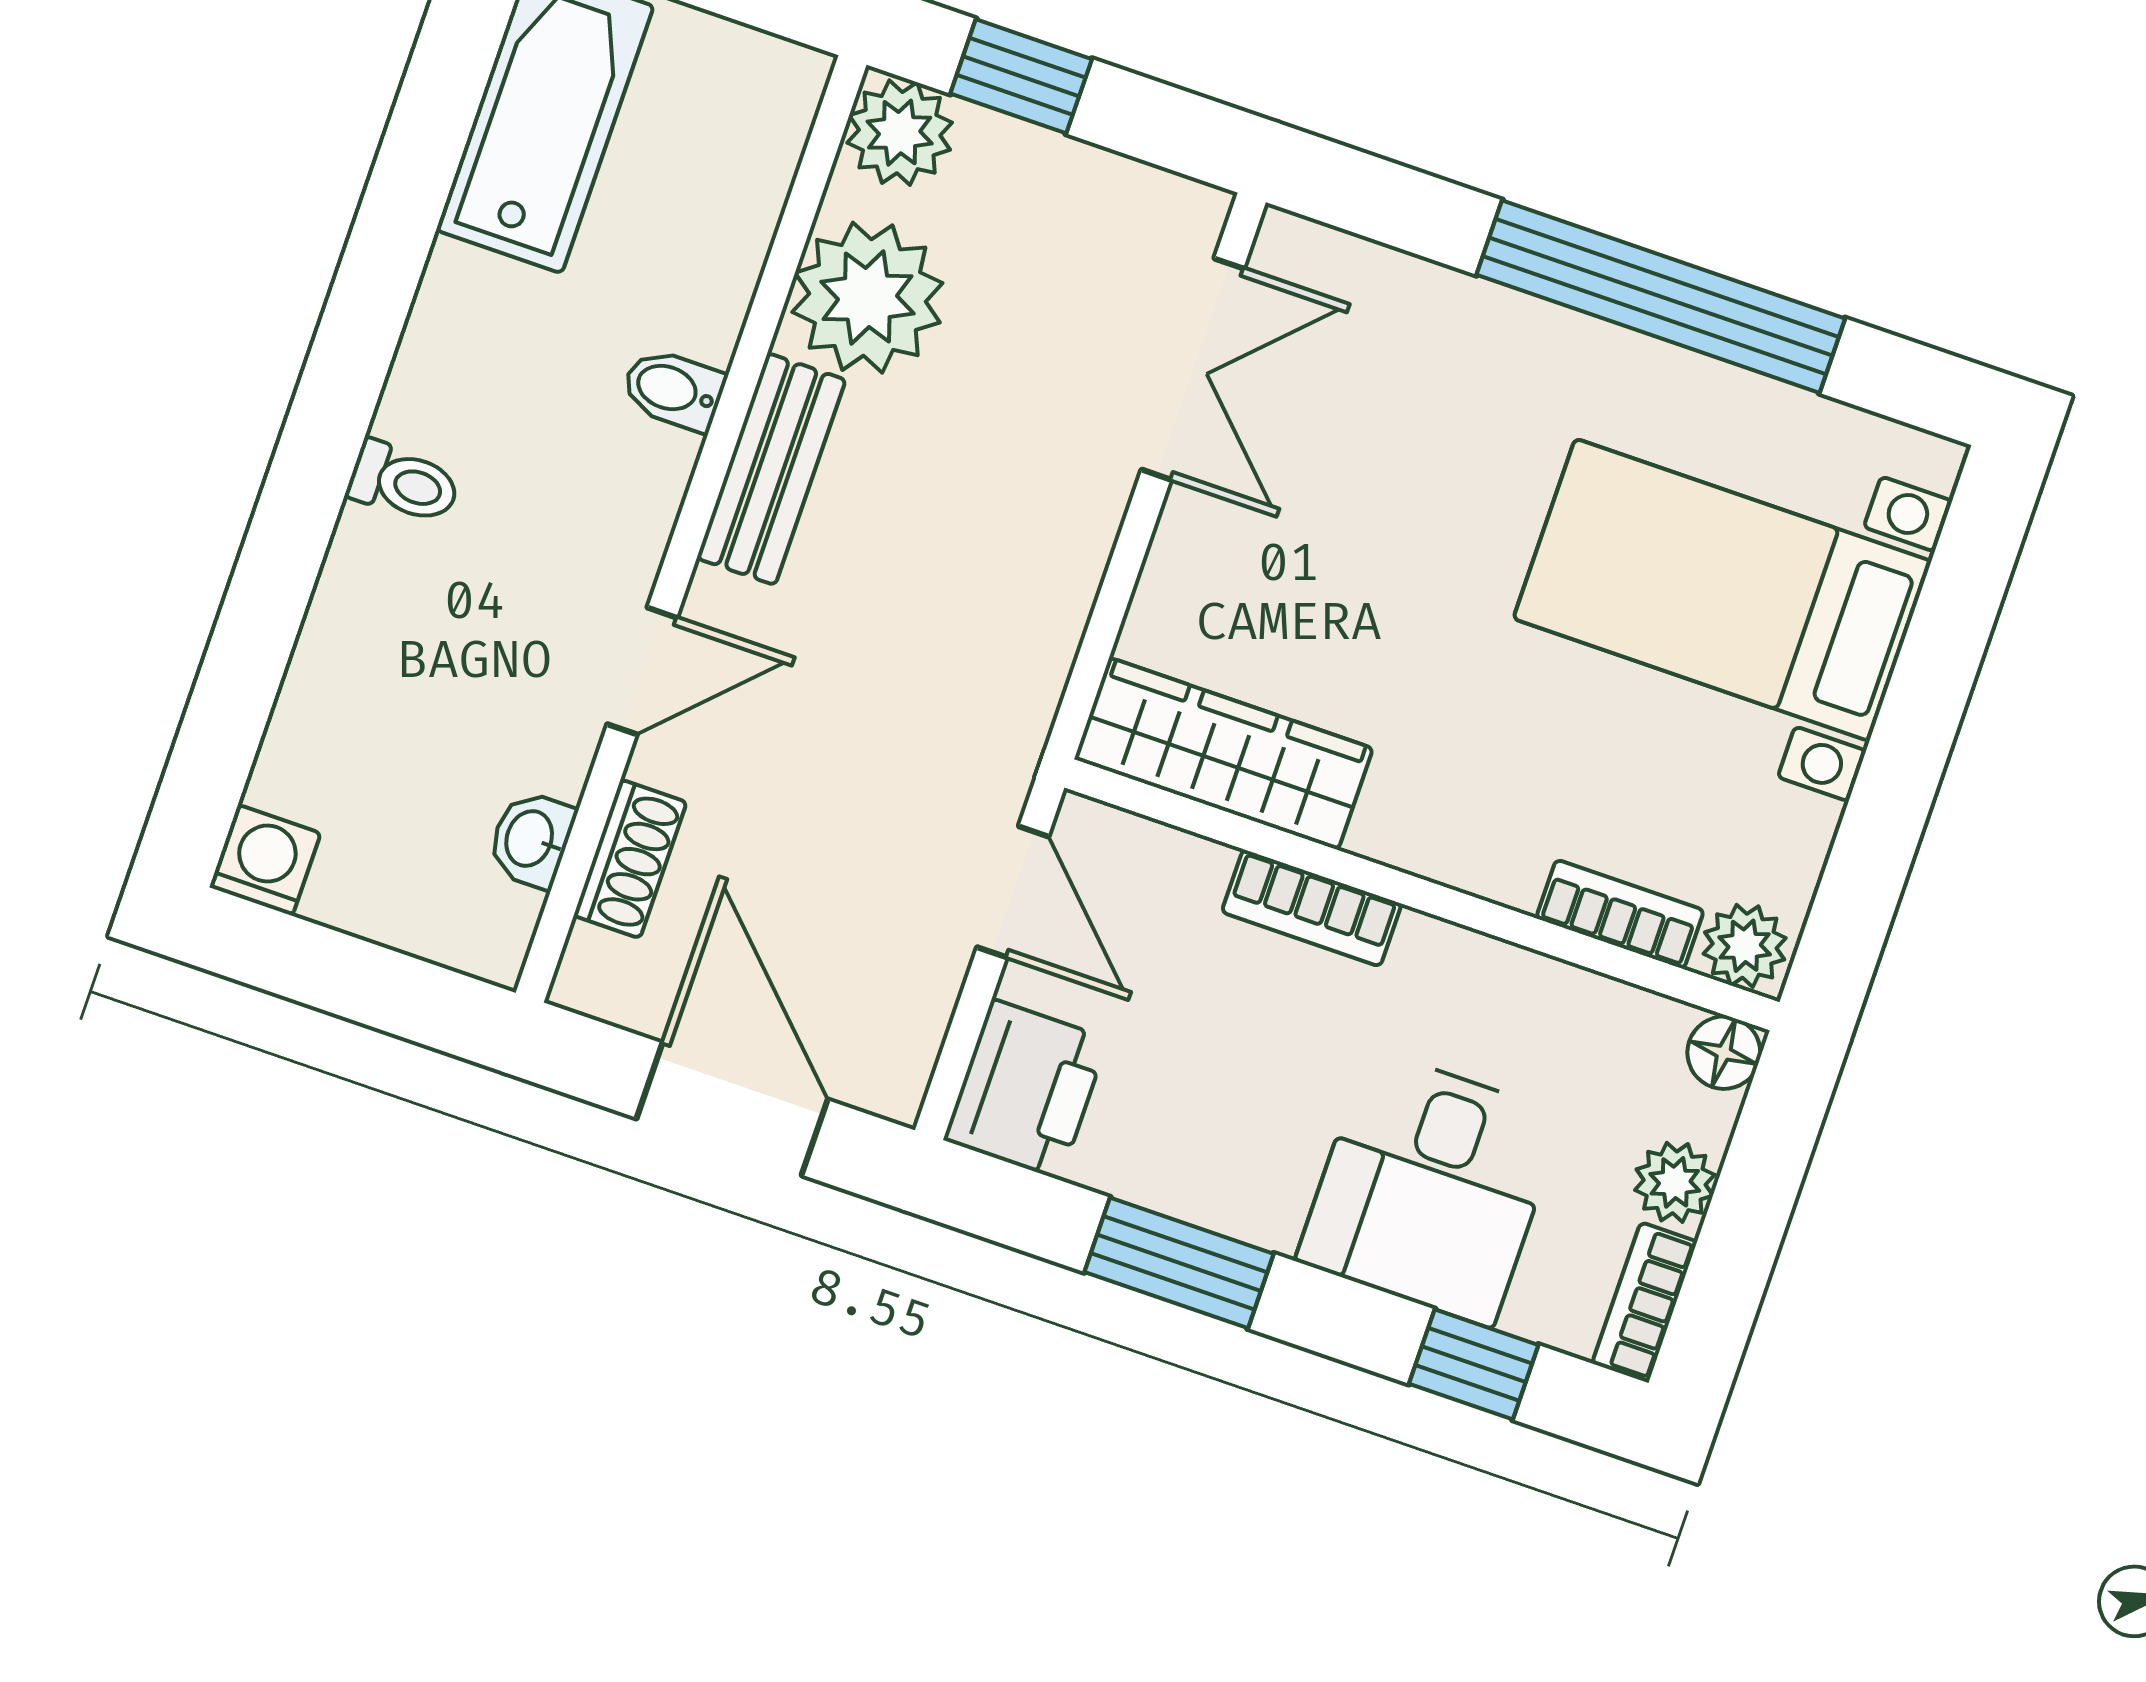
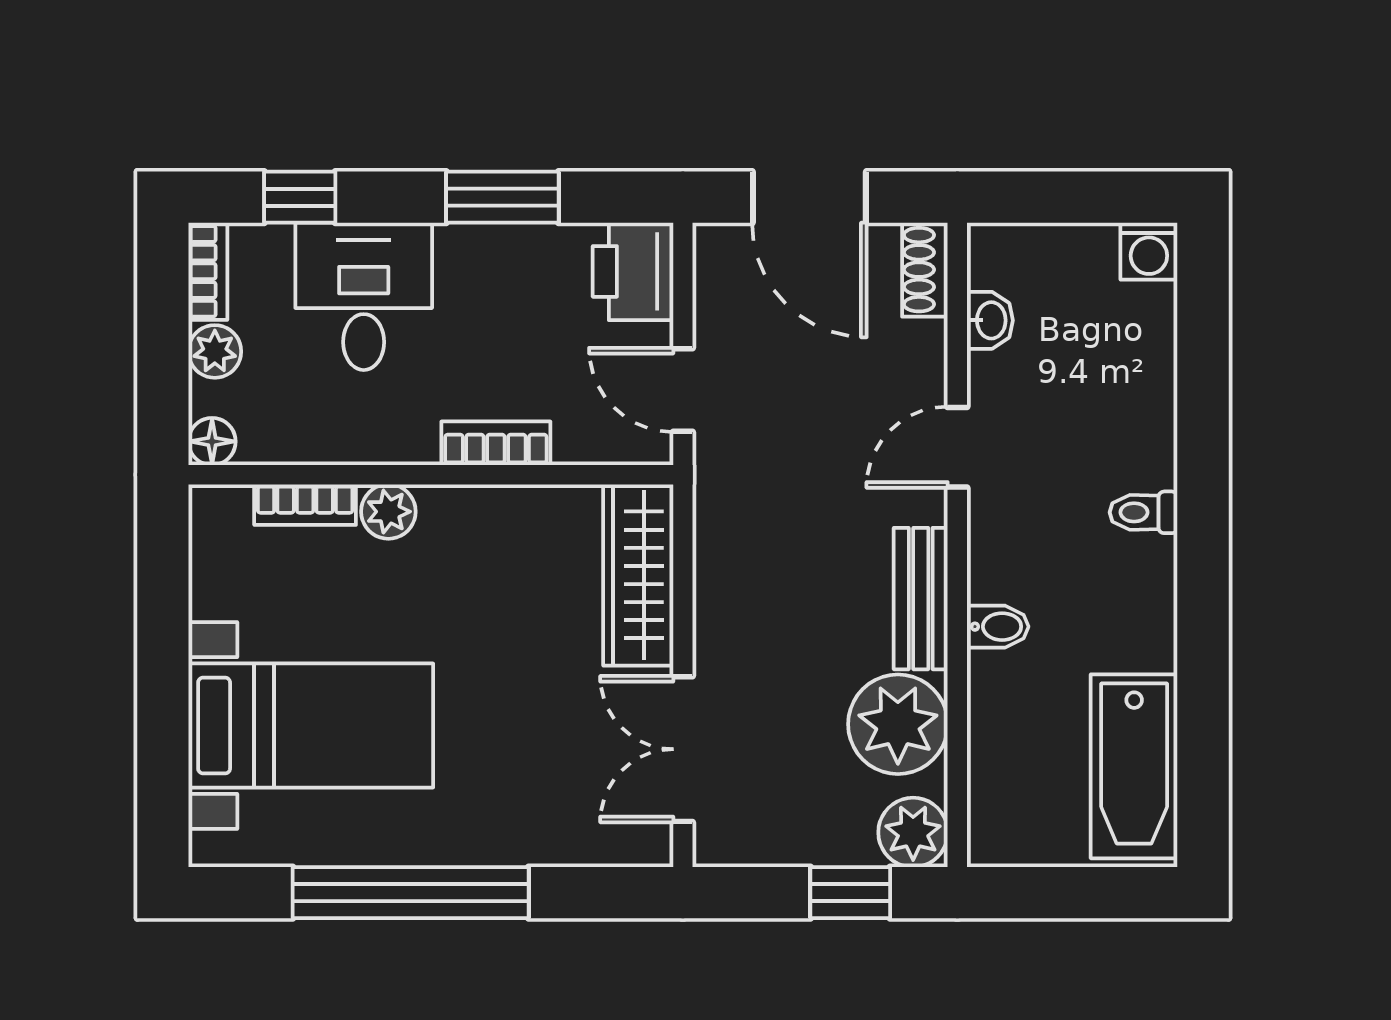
wardrobe: (1224, 754) -> (638, 575), moved, turned 90
shoe rack: (630, 859) -> (925, 270), moved
plant: (1745, 946) -> (388, 512), moved

